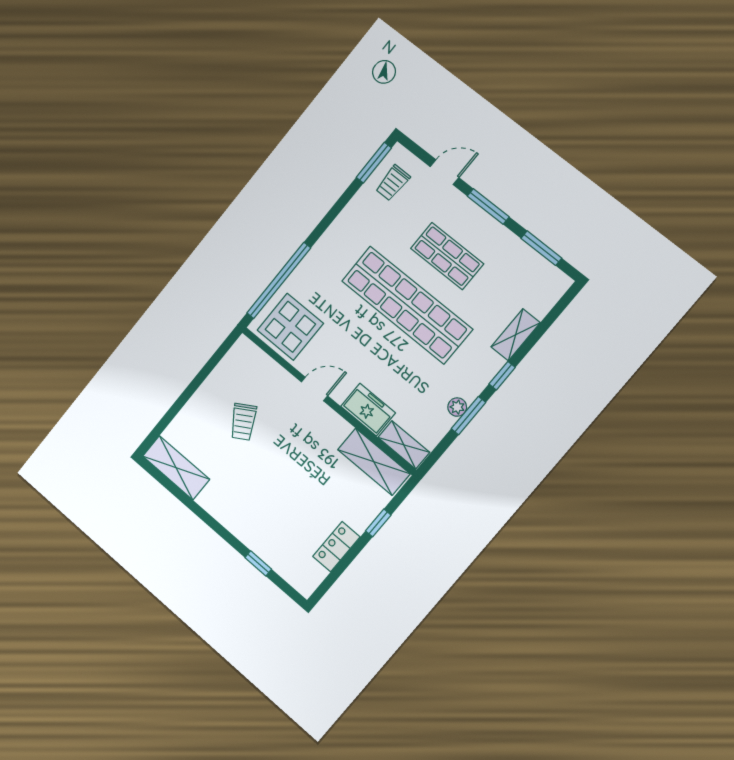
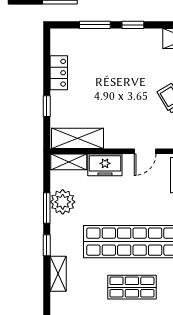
plant: (457, 407) -> (63, 202), width x1.88, depth x1.88
window: (220, 530) -> (133, 25), added
window: (258, 563) -> (95, 25), width x1.50

